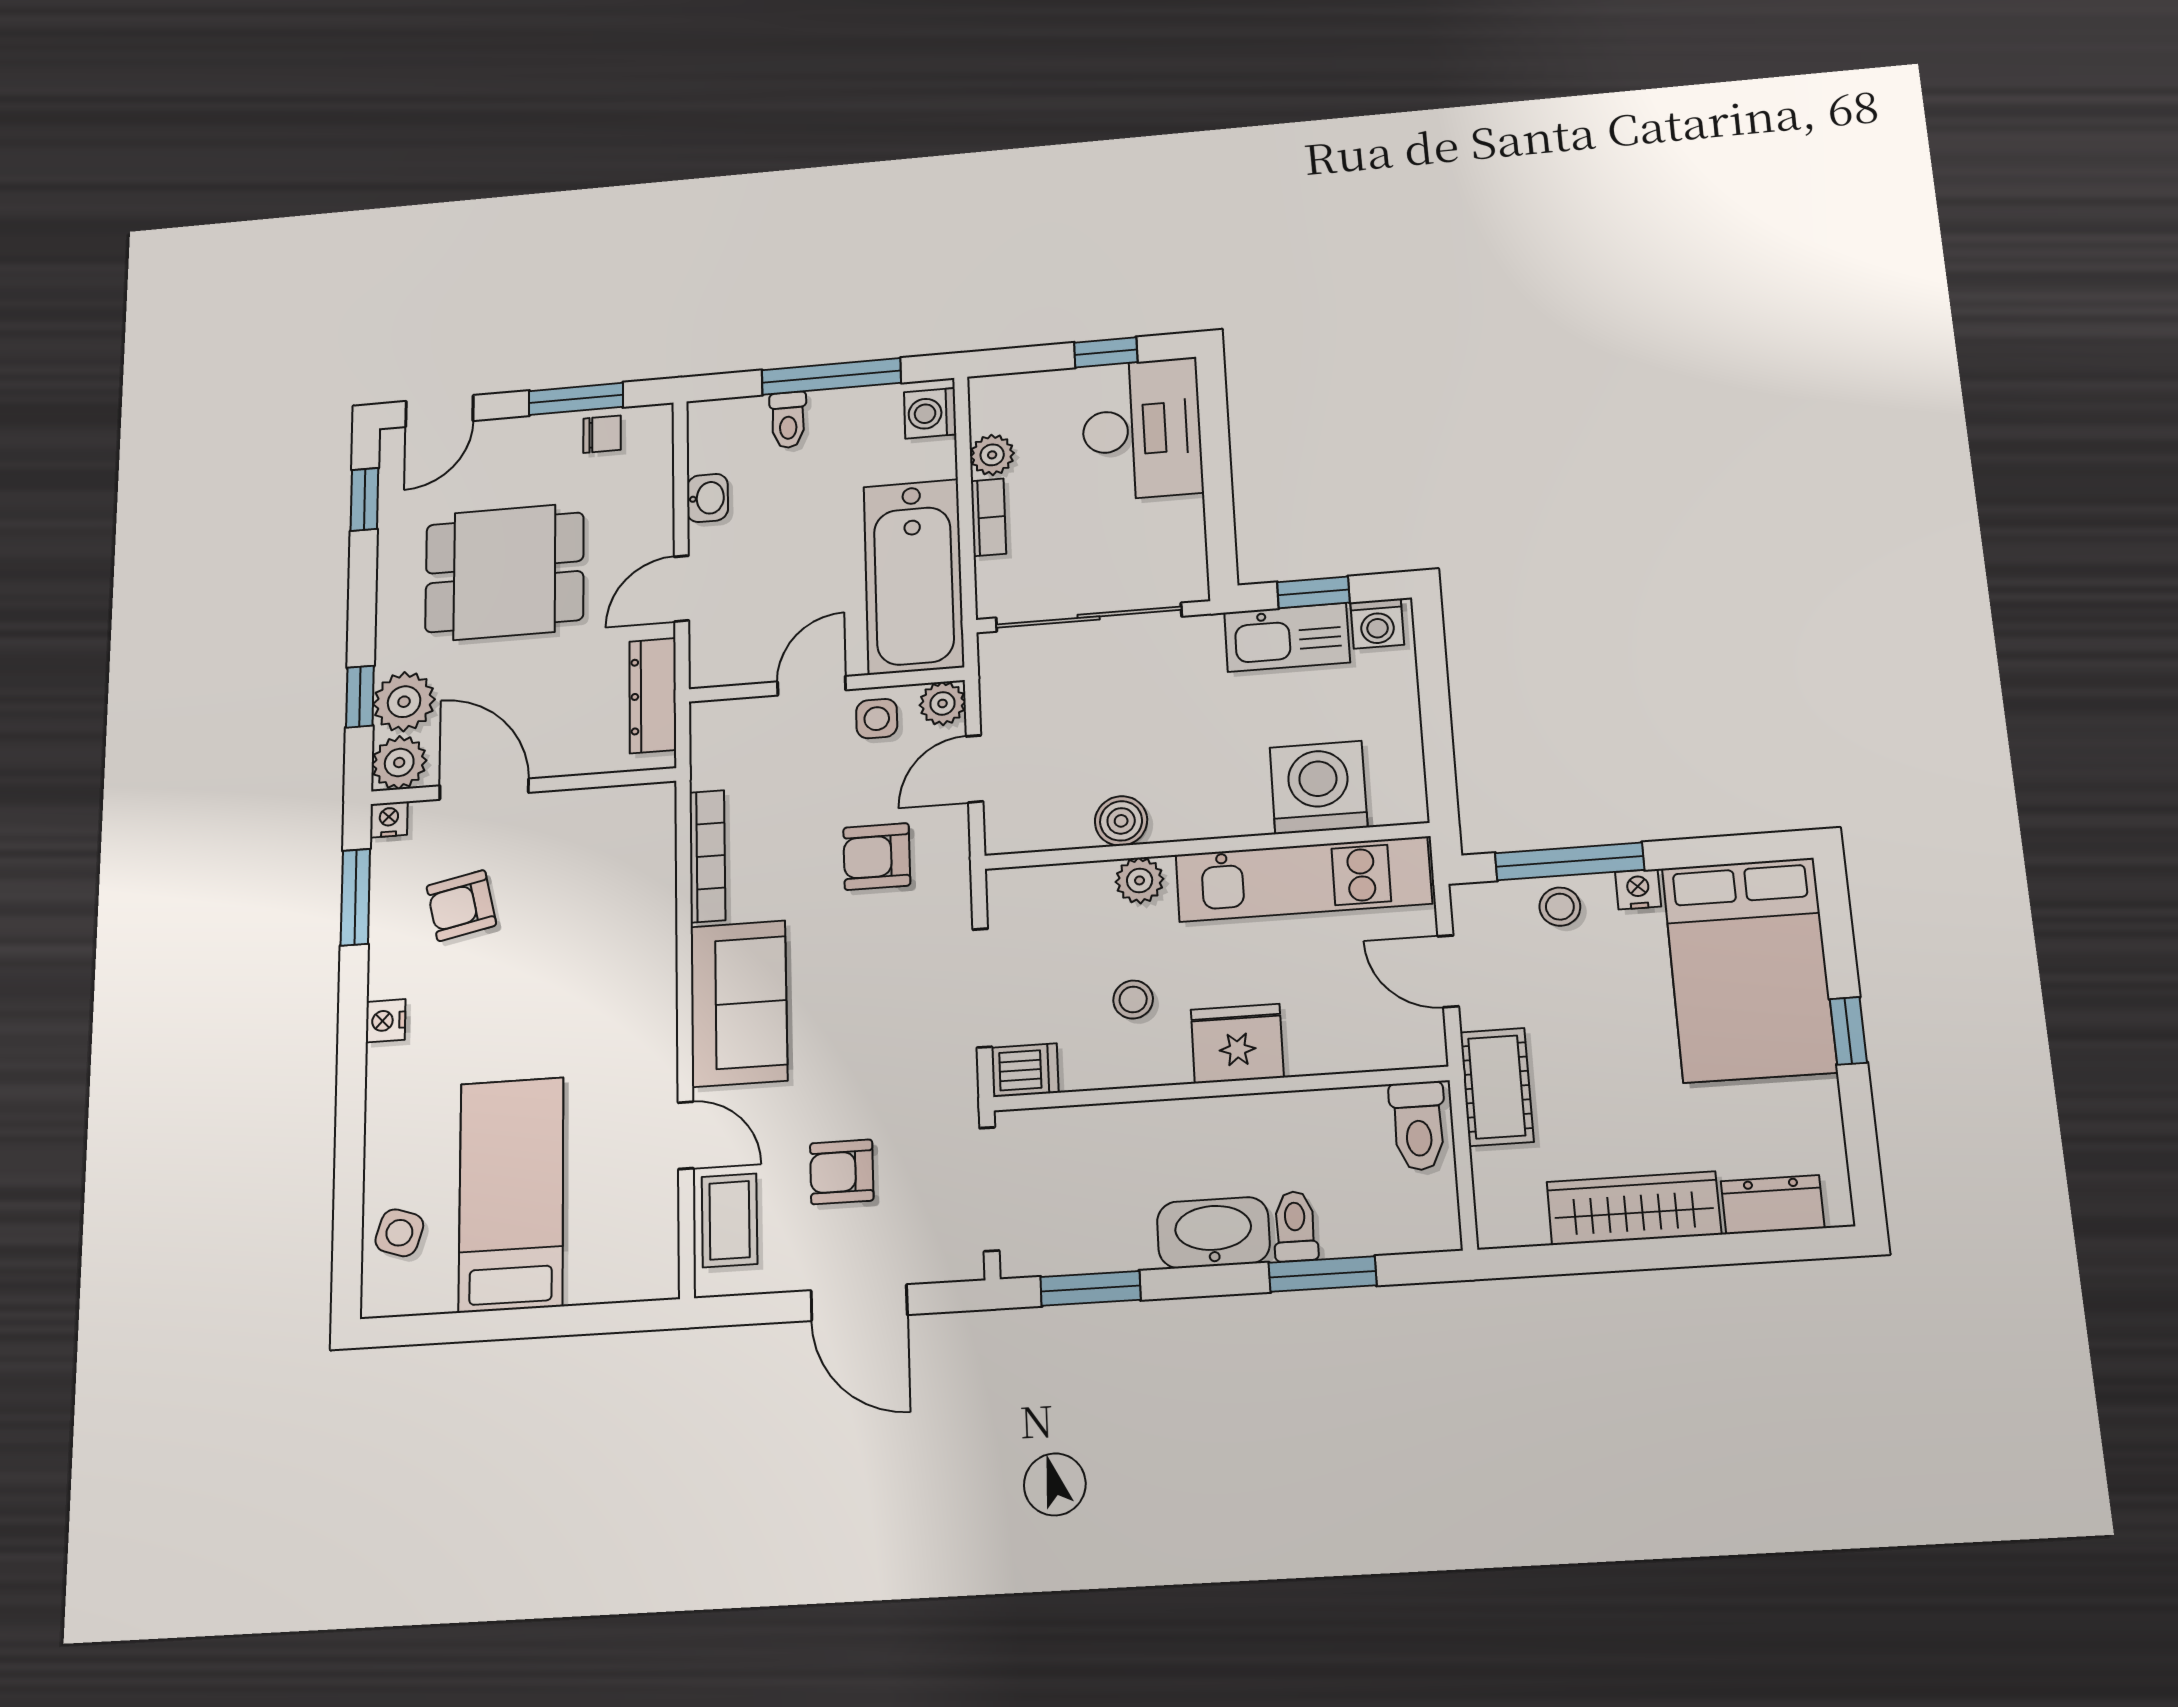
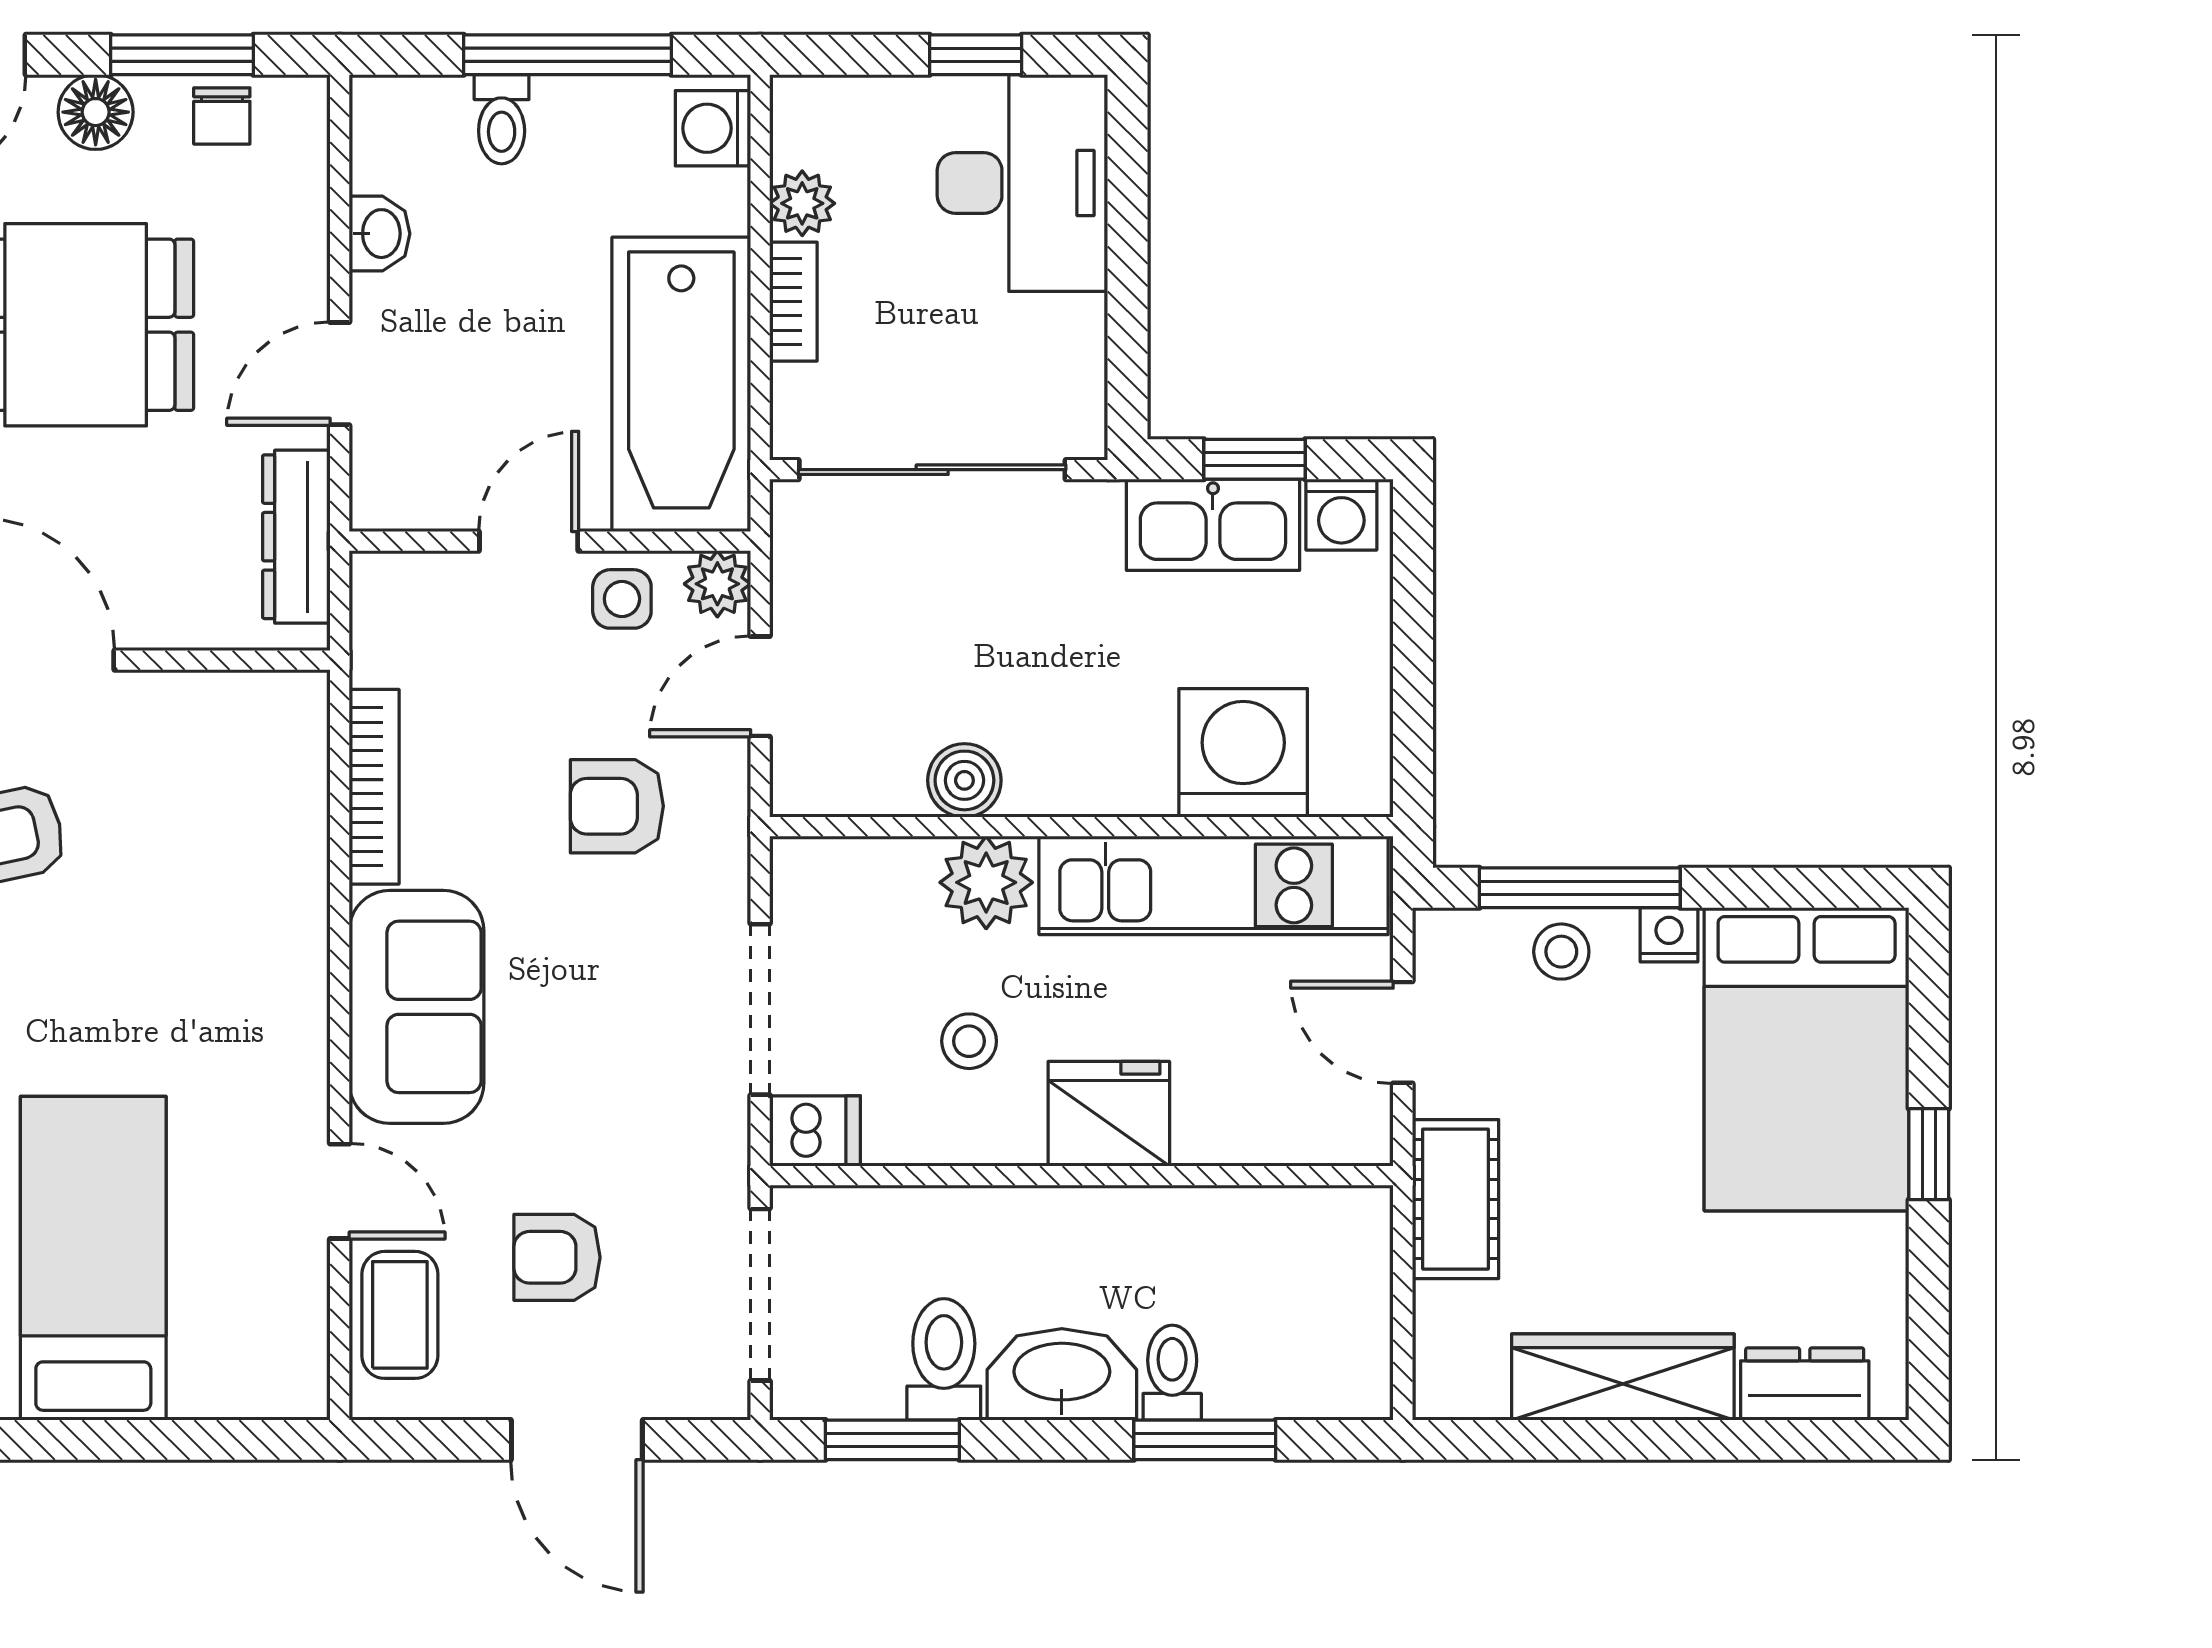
chair: (602, 434) -> (222, 116), turned 90
floor lamp: (519, 439) -> (96, 112), added
plant: (1140, 880) -> (986, 882), width x1.38, depth x1.38
toilet: (1418, 1126) -> (944, 1359), moved, turned 180

